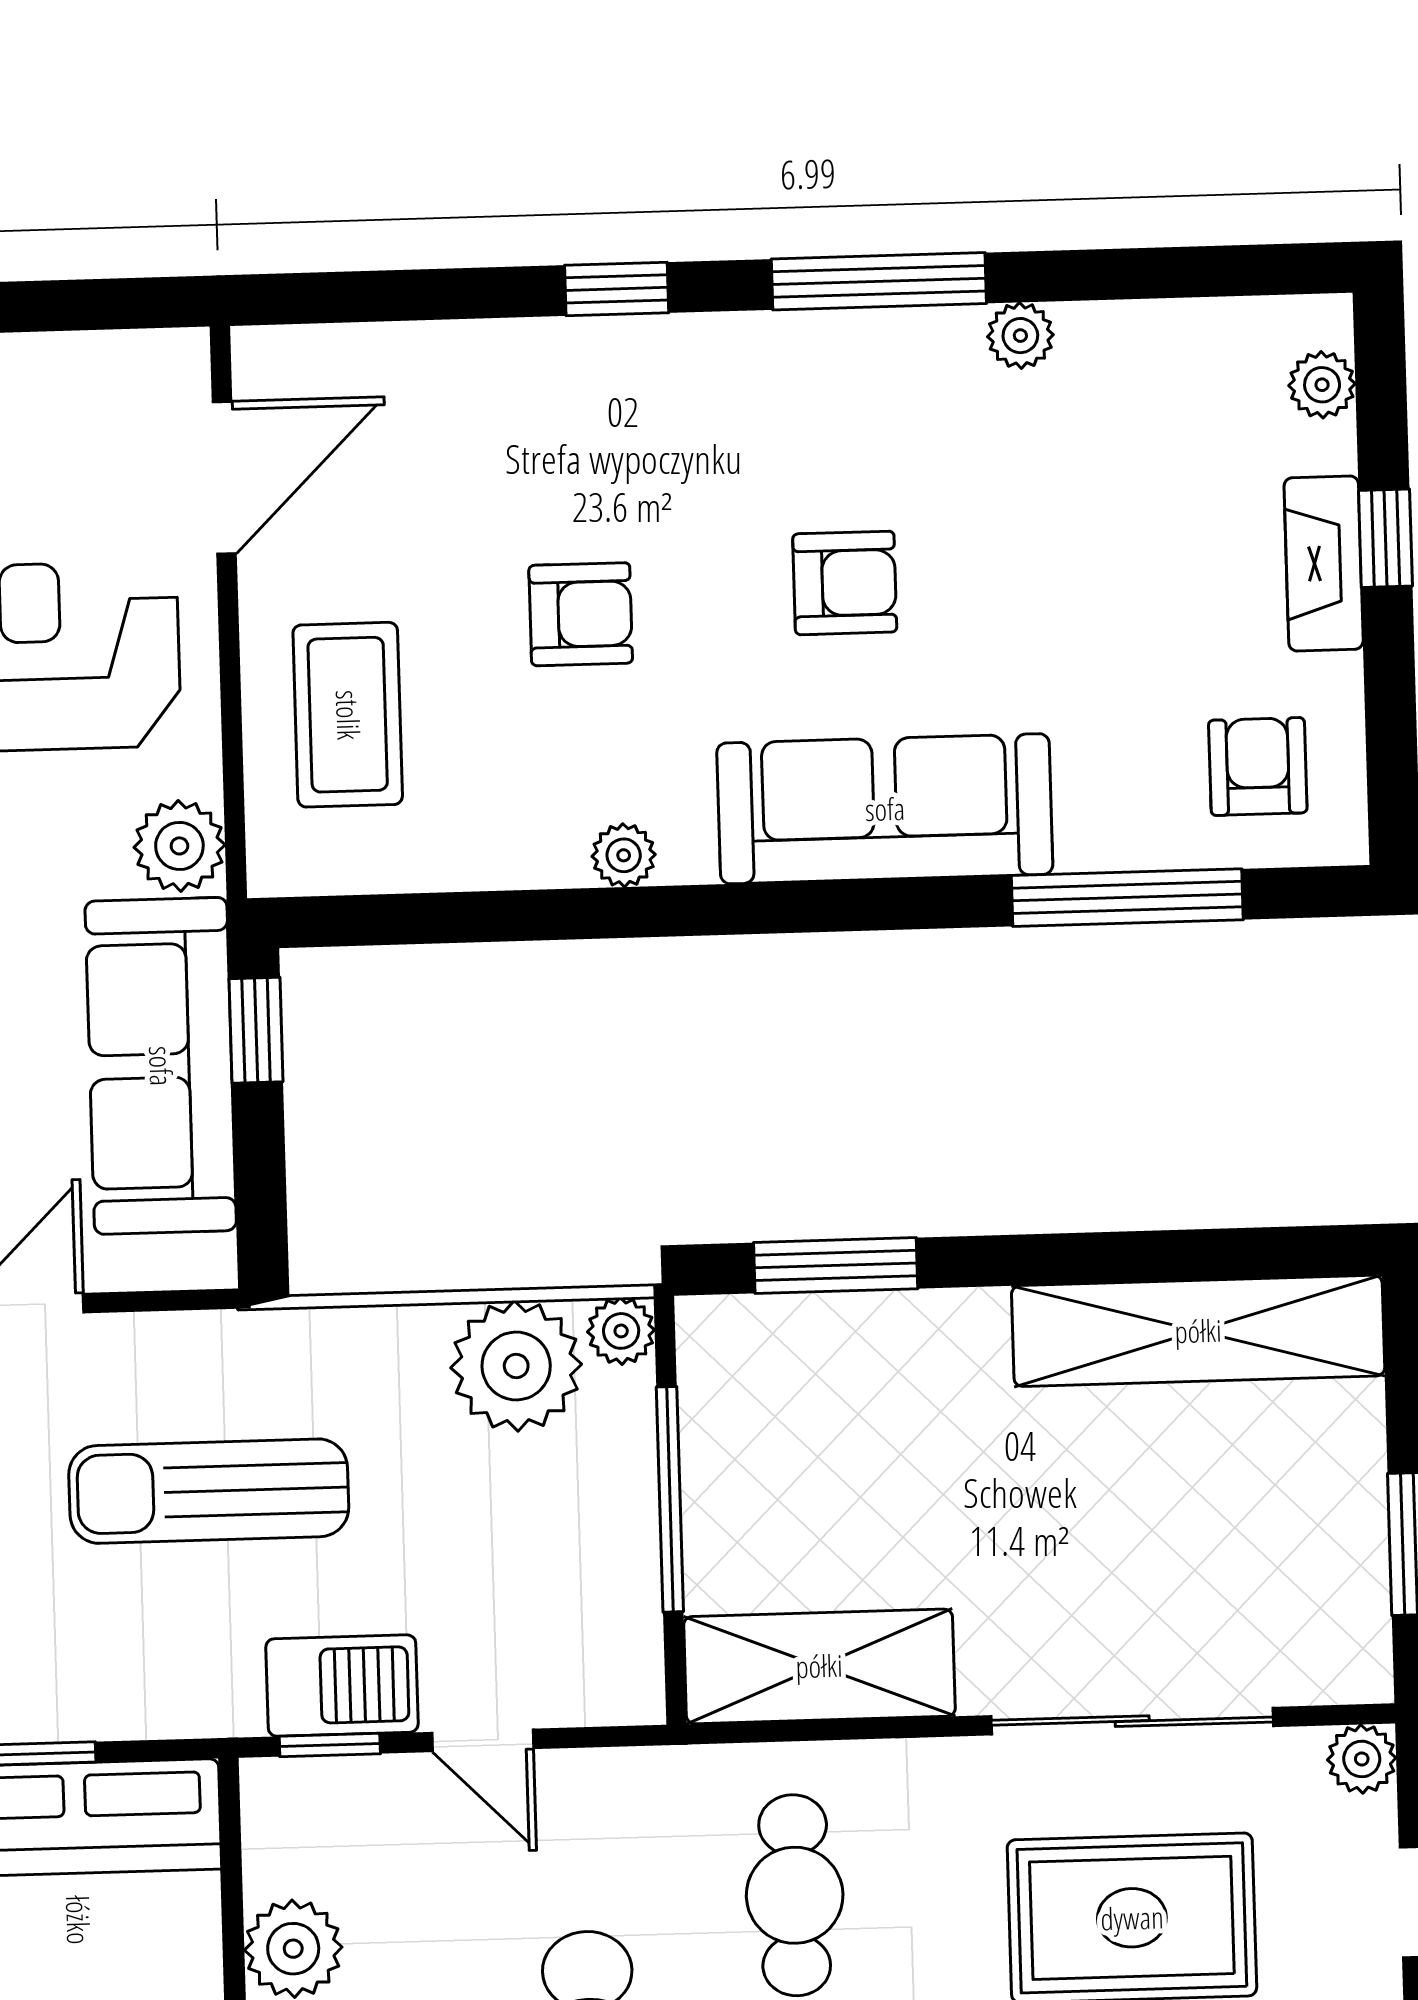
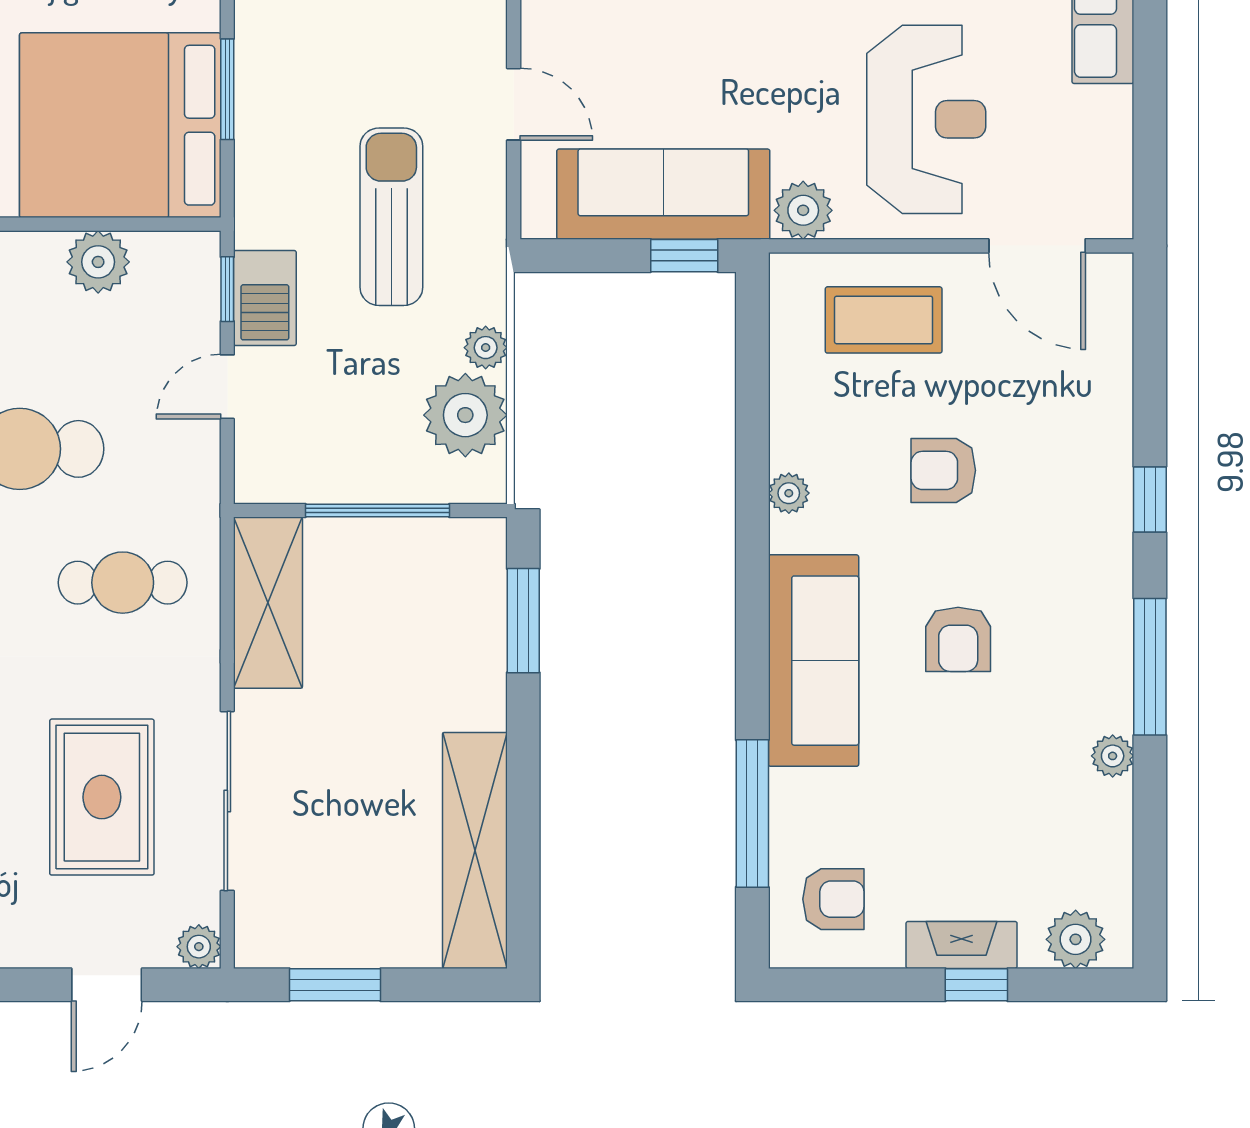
plant: (1322, 385) -> (1076, 939), width x1.38, depth x1.38
armchair: (581, 614) -> (943, 470), turned 90
plant: (621, 1331) -> (486, 348), moved

